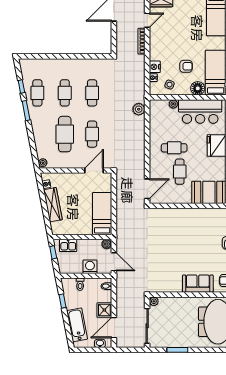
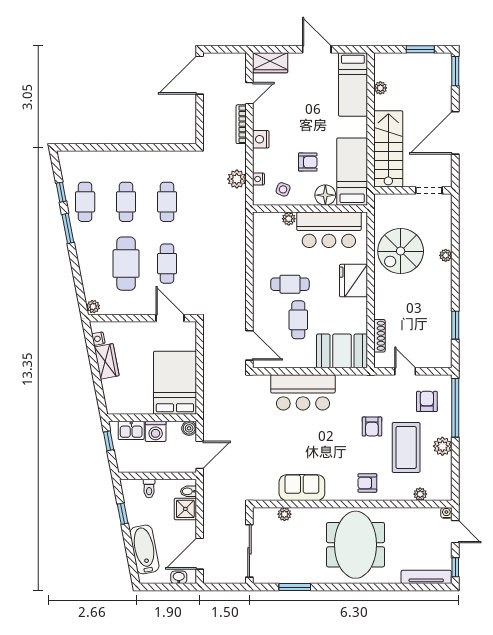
nightstand: (155, 67) -> (261, 139), moved
plant: (139, 109) -> (237, 179), moved
door: (94, 171) -> (170, 318), hinge flipped
door: (147, 189) -> (249, 345), hinge flipped
wardrobe: (53, 205) -> (107, 361), width x0.67
bed: (102, 214) -> (175, 383), width x1.50
bar counter: (183, 220) -> (303, 392), added
door: (114, 262) -> (200, 455), hinge flipped
washing machine: (90, 267) -> (156, 431), moved, turned 180
sofa: (198, 284) -> (302, 488), moved
plant: (154, 301) -> (284, 514), moved
shower: (104, 310) -> (185, 509), moved

